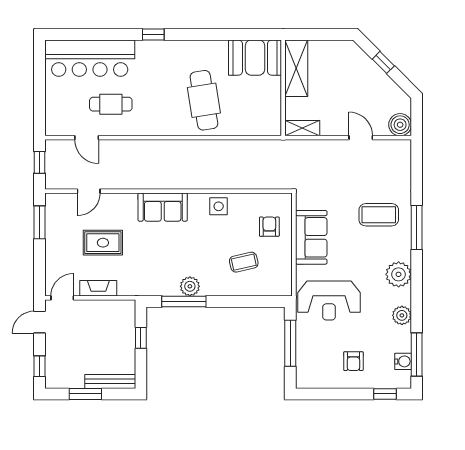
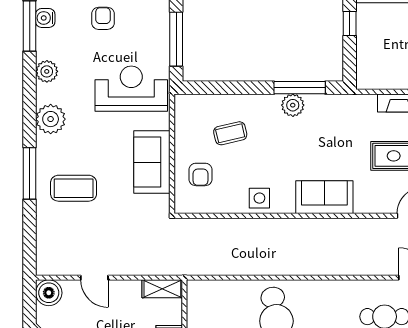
window: (141, 338) -> (350, 24), moved

